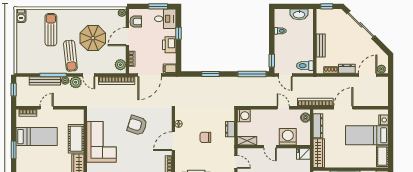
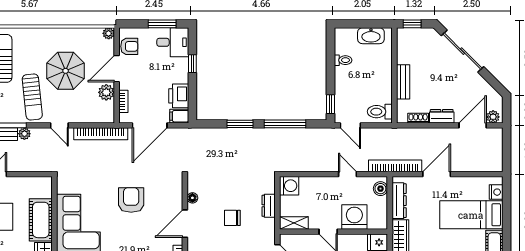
printer: (169, 45) -> (179, 96), moved
plant: (120, 65) -> (106, 92), moved
window: (252, 74) -> (285, 124), moved
plant: (76, 82) -> (40, 136), removed
armchair: (137, 125) -> (131, 200), turned 72

